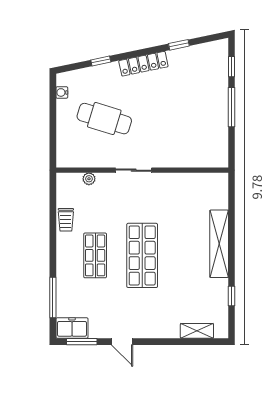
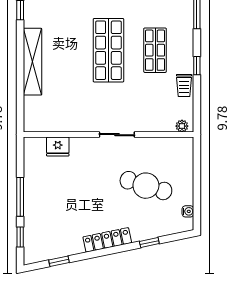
window: (179, 45) -> (59, 261), moved
fridge: (193, 158) -> (58, 147), added
plant: (89, 179) -> (182, 126), moved
trolley: (66, 220) -> (184, 85), turned 180
window: (53, 240) -> (197, 66), added

